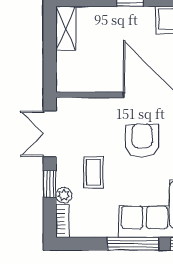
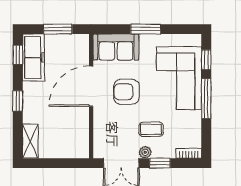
shelving: (66, 28) -> (30, 141), moved, turned 90
plant: (64, 195) -> (145, 152), moved

